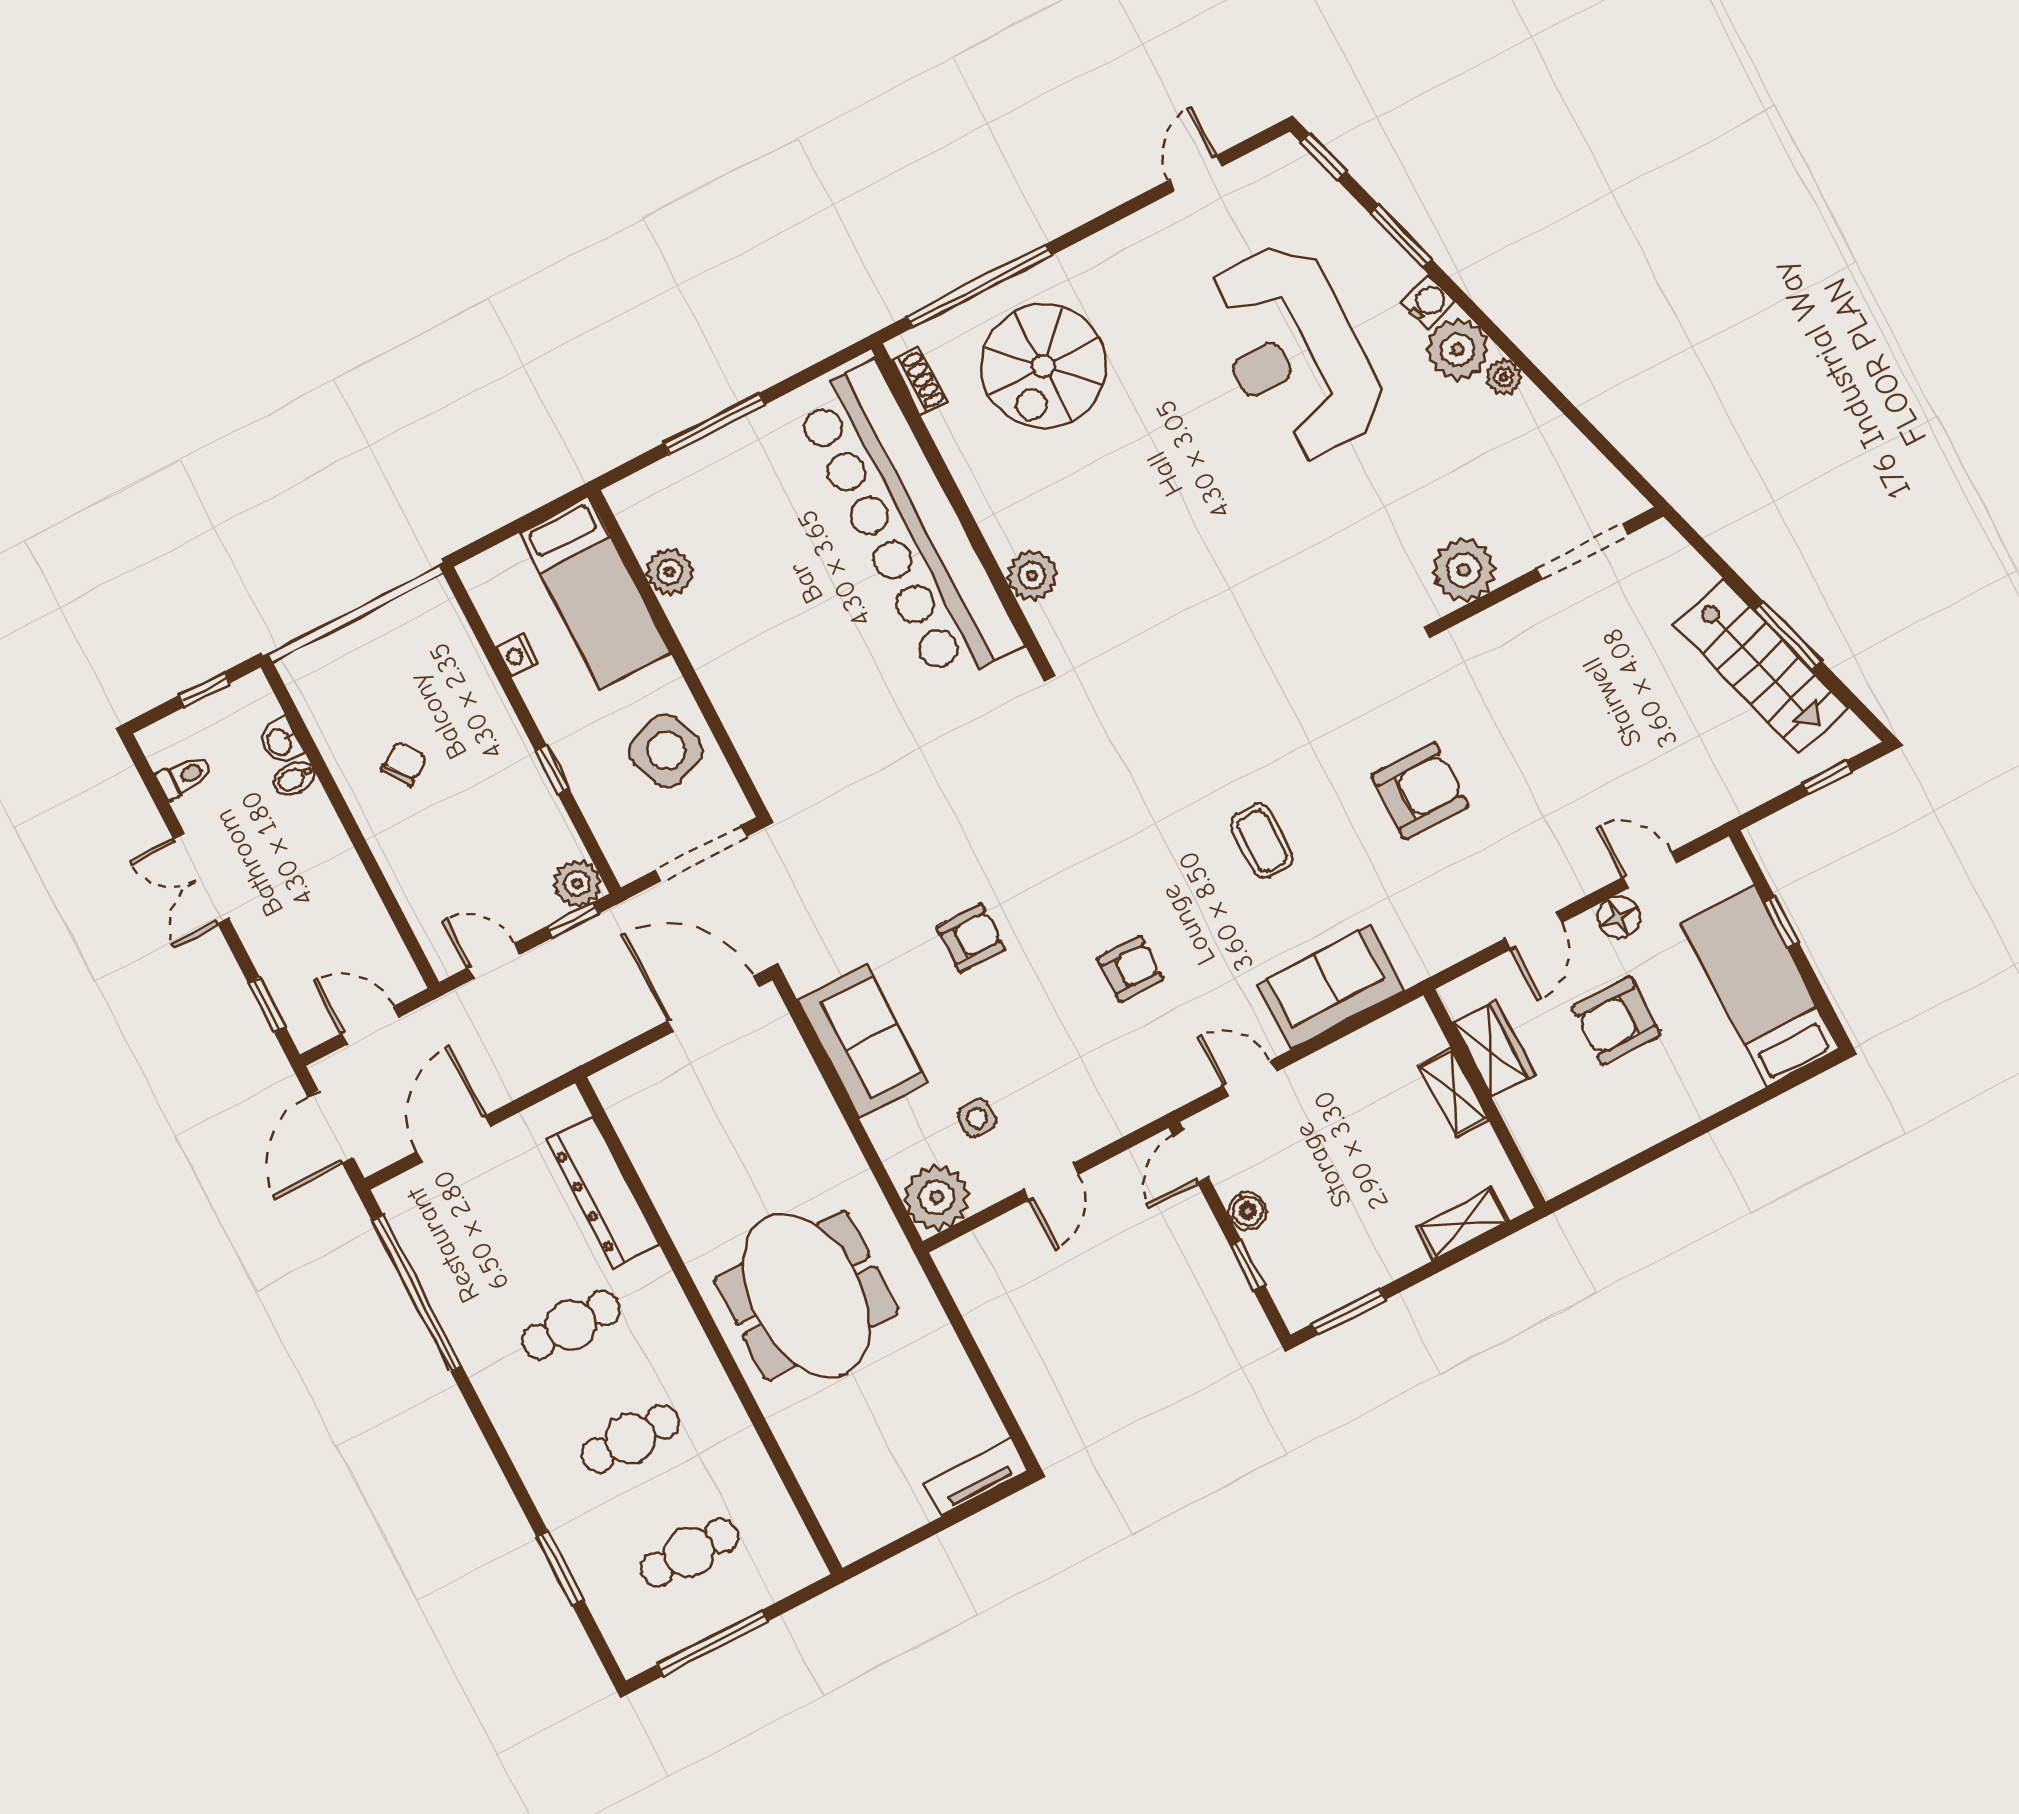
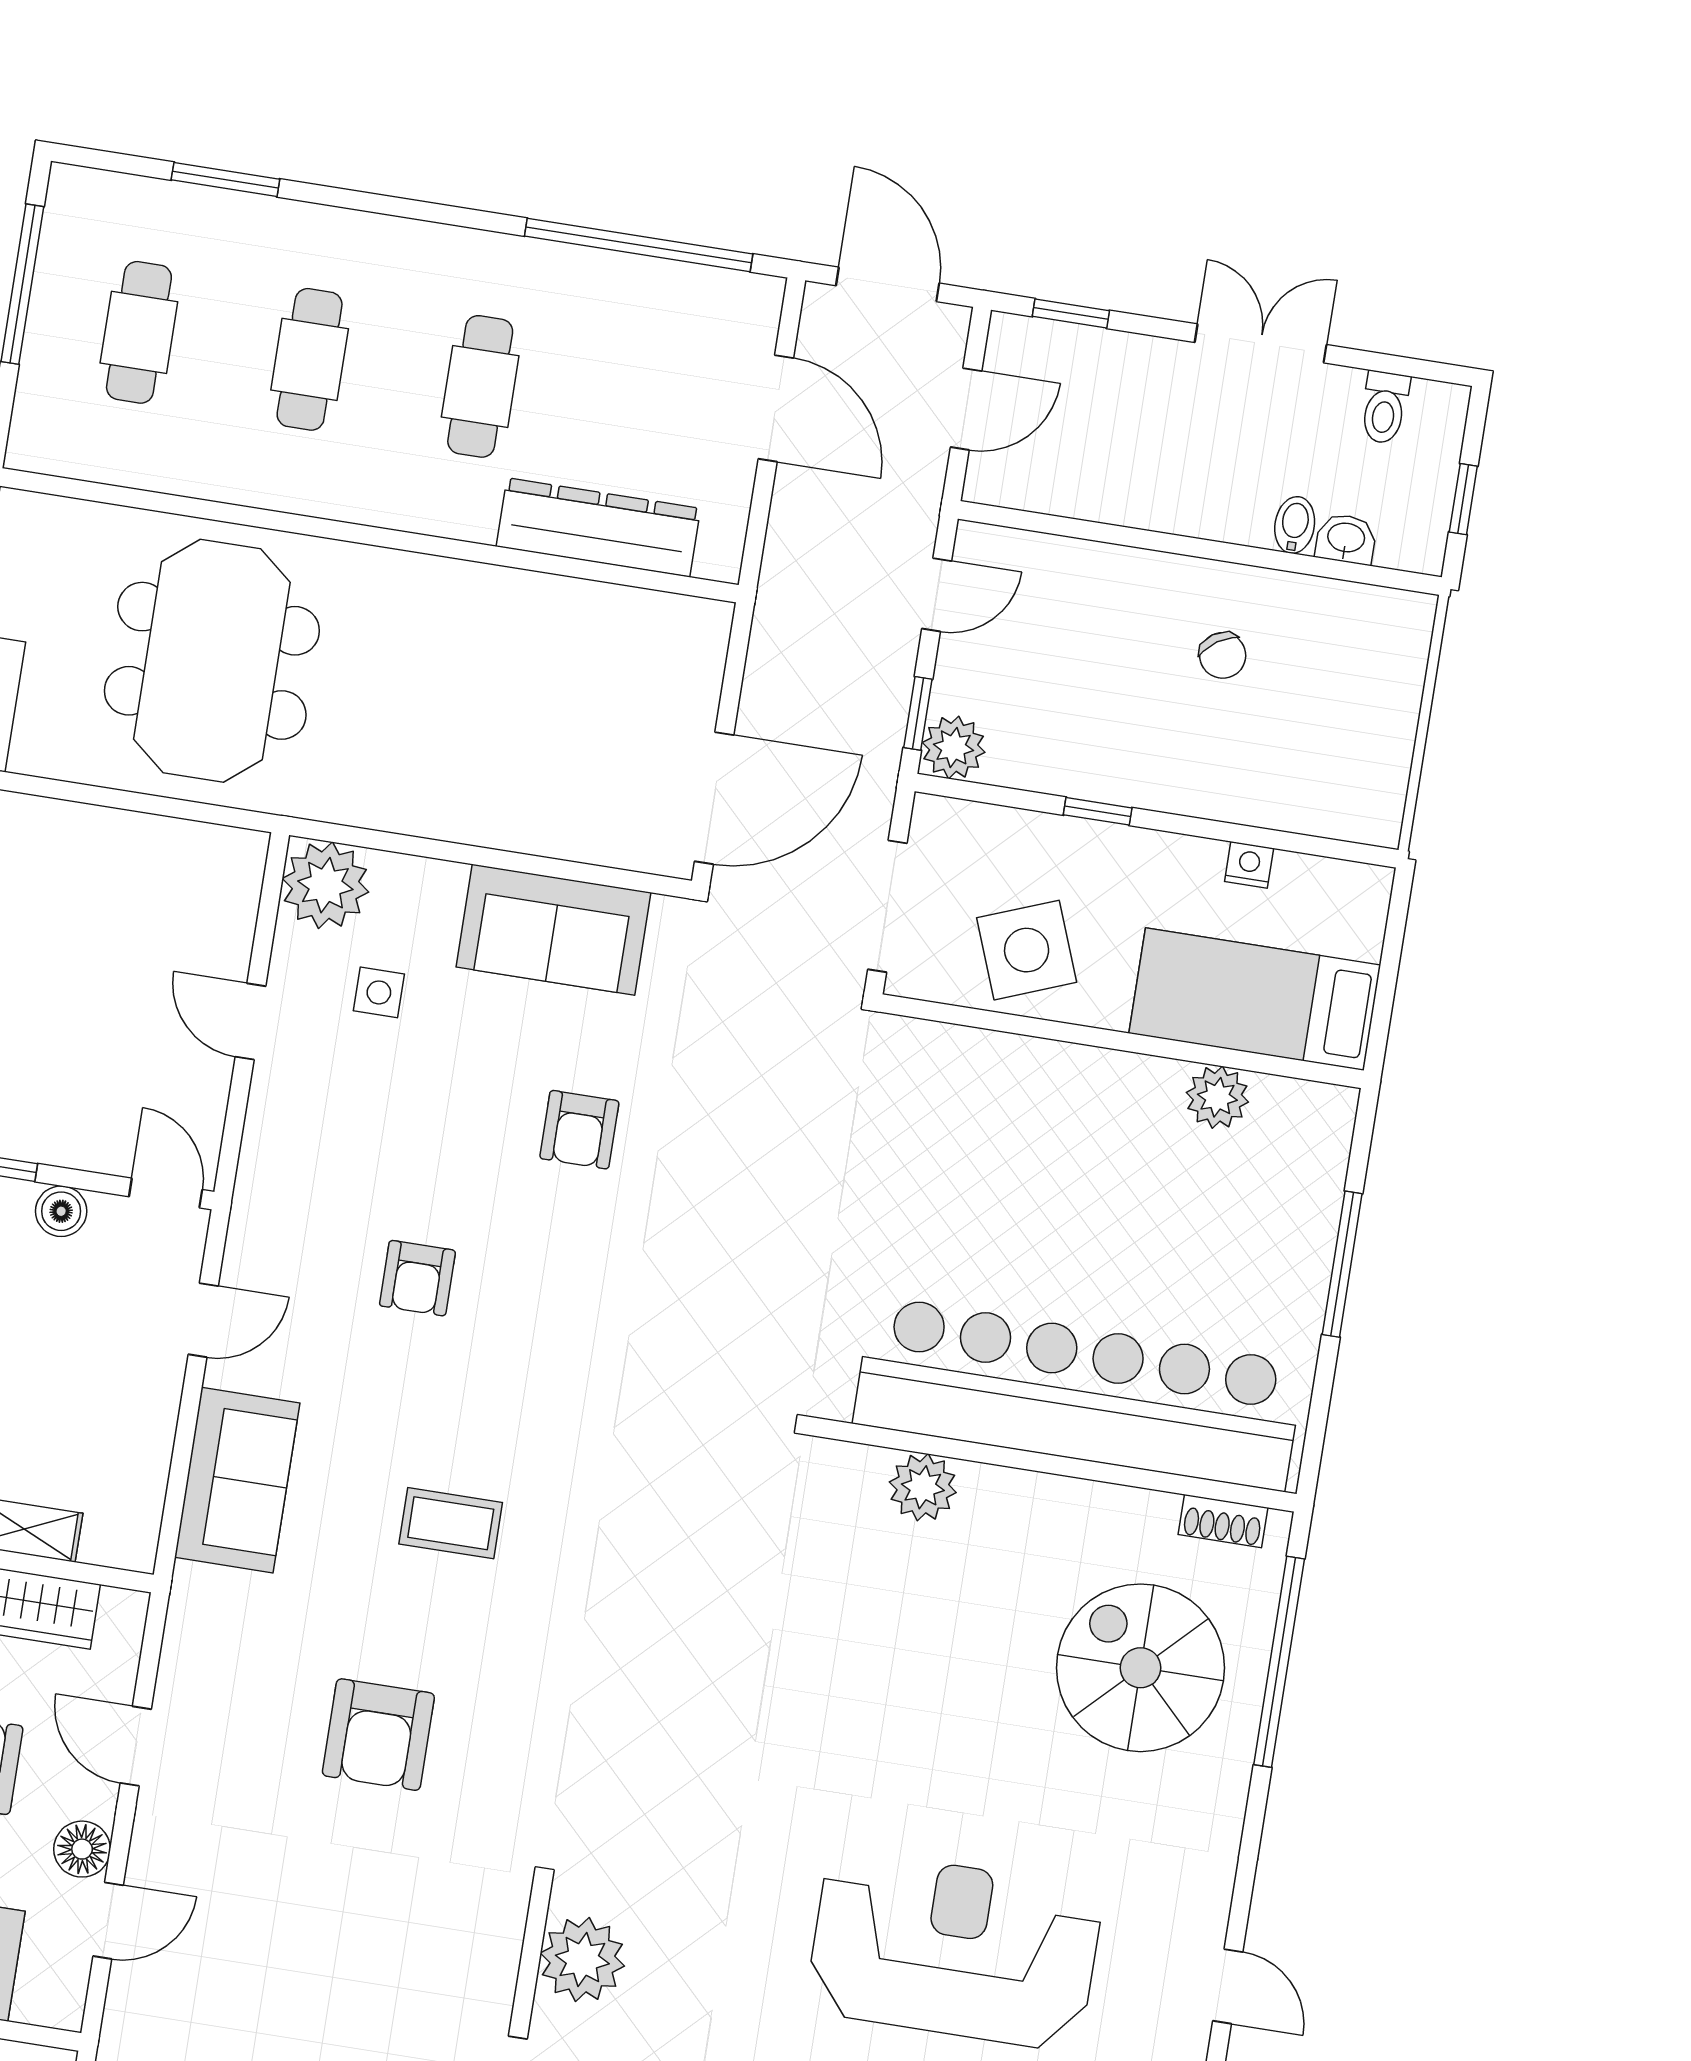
meeting table: (806, 1295) -> (212, 661), moved, turned 90

